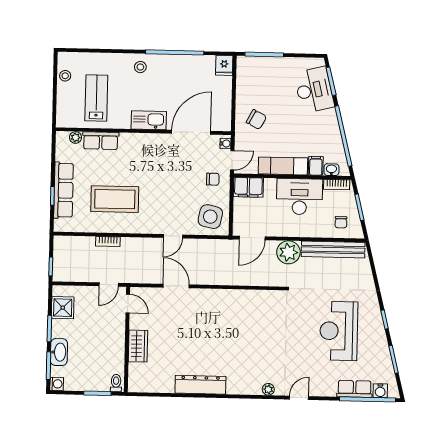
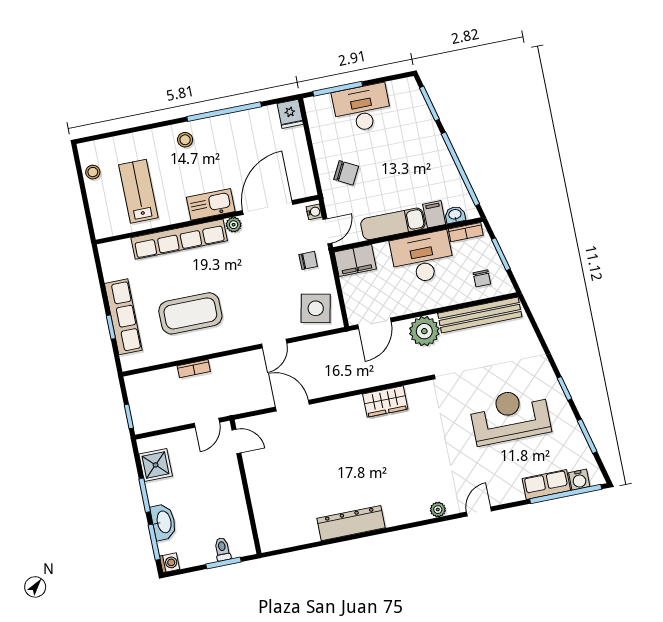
desk: (314, 90) -> (362, 108), moved, turned -76
plant: (75, 137) -> (234, 225), moved
row of seats: (101, 141) -> (179, 239), width x2.02
reception desk: (339, 331) -> (510, 416), turned 90
wardrobe: (138, 346) -> (385, 402), moved, turned 90
toilet: (116, 383) -> (222, 549), moved

